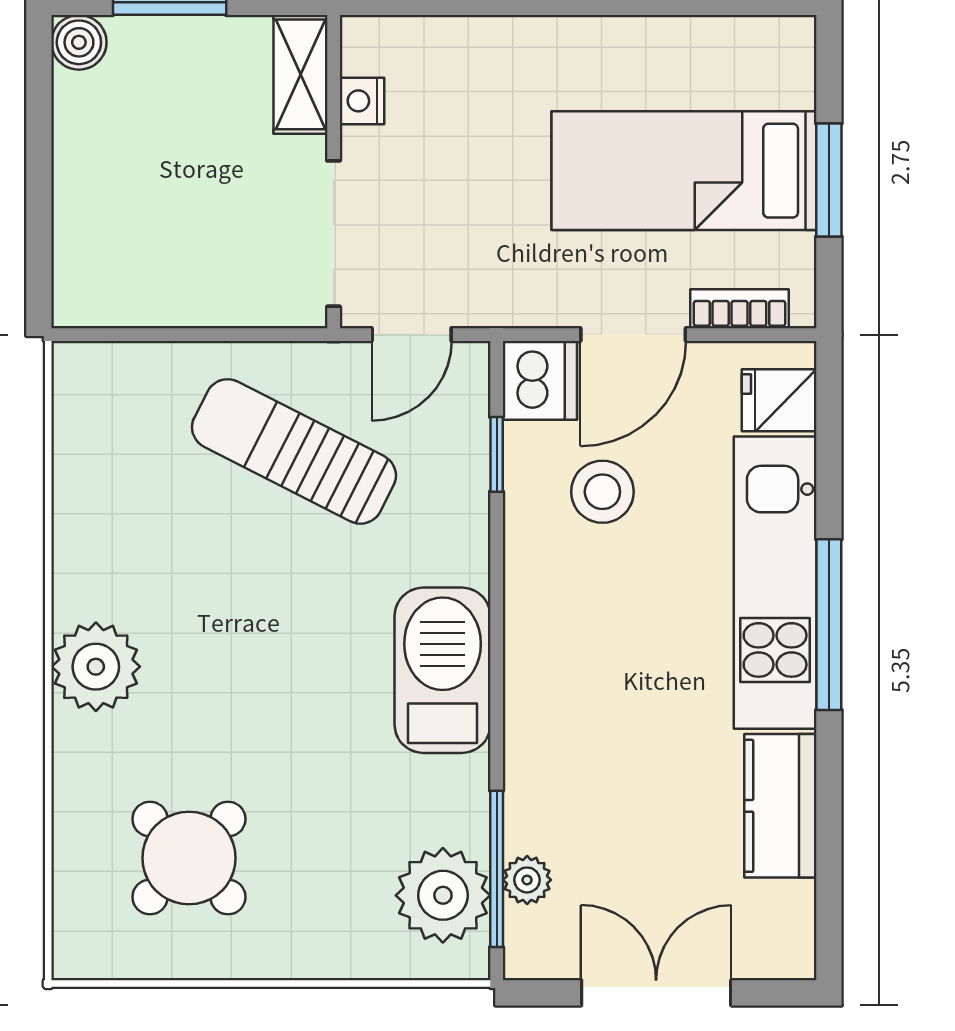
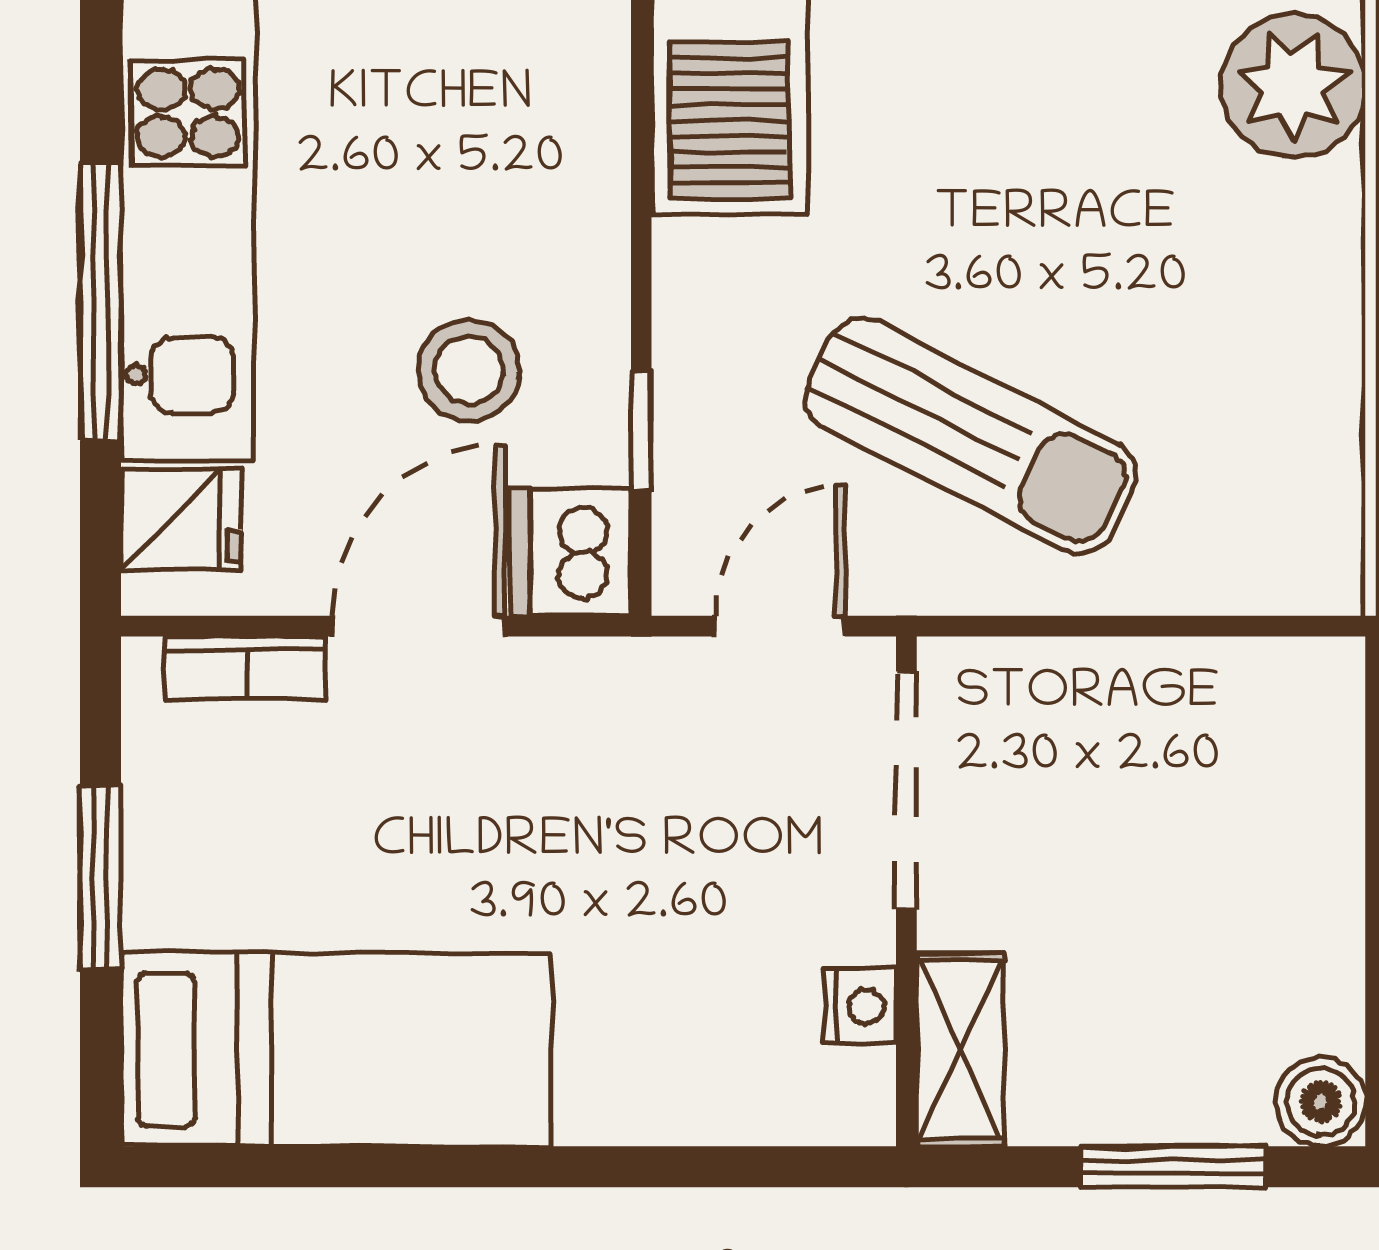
bed: (684, 171) -> (336, 1049), moved
window: (829, 625) -> (101, 302), moved

